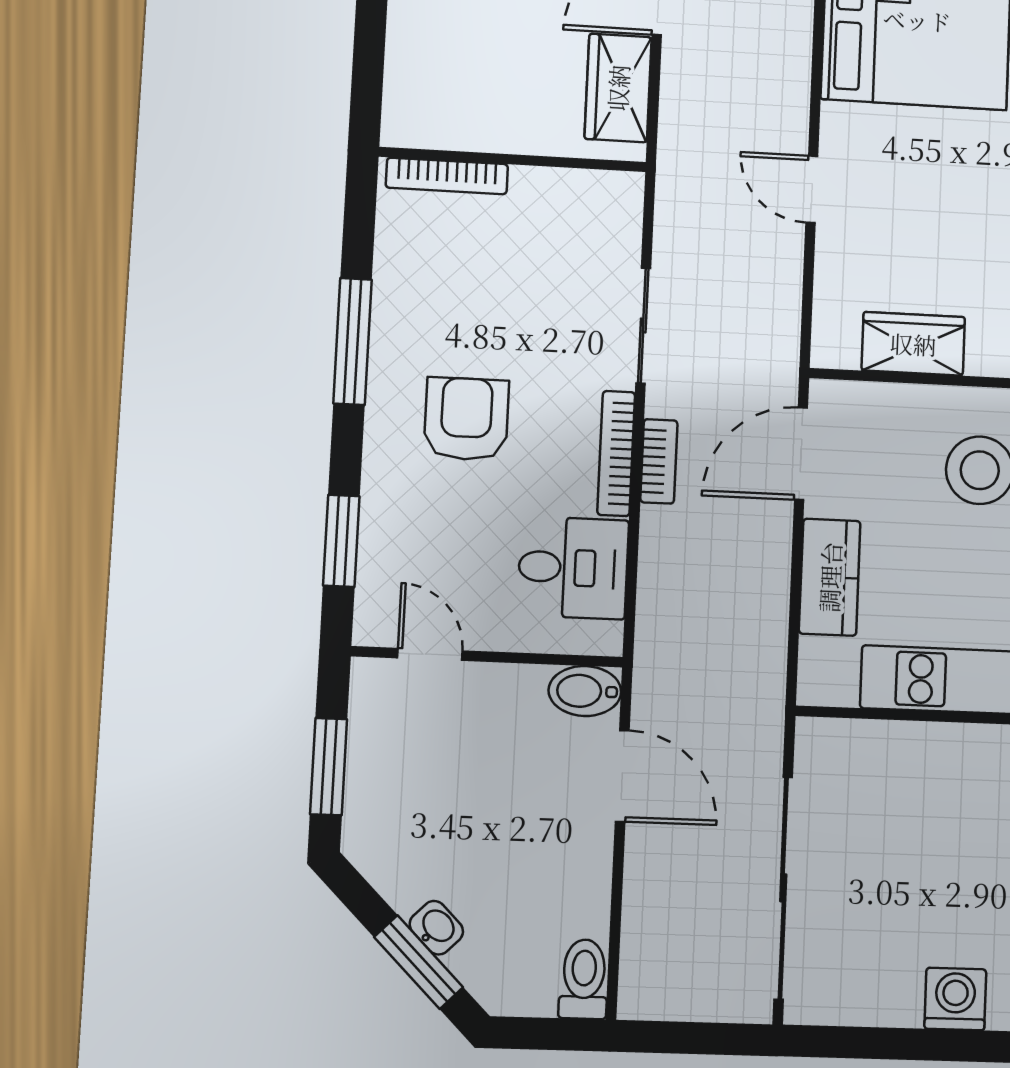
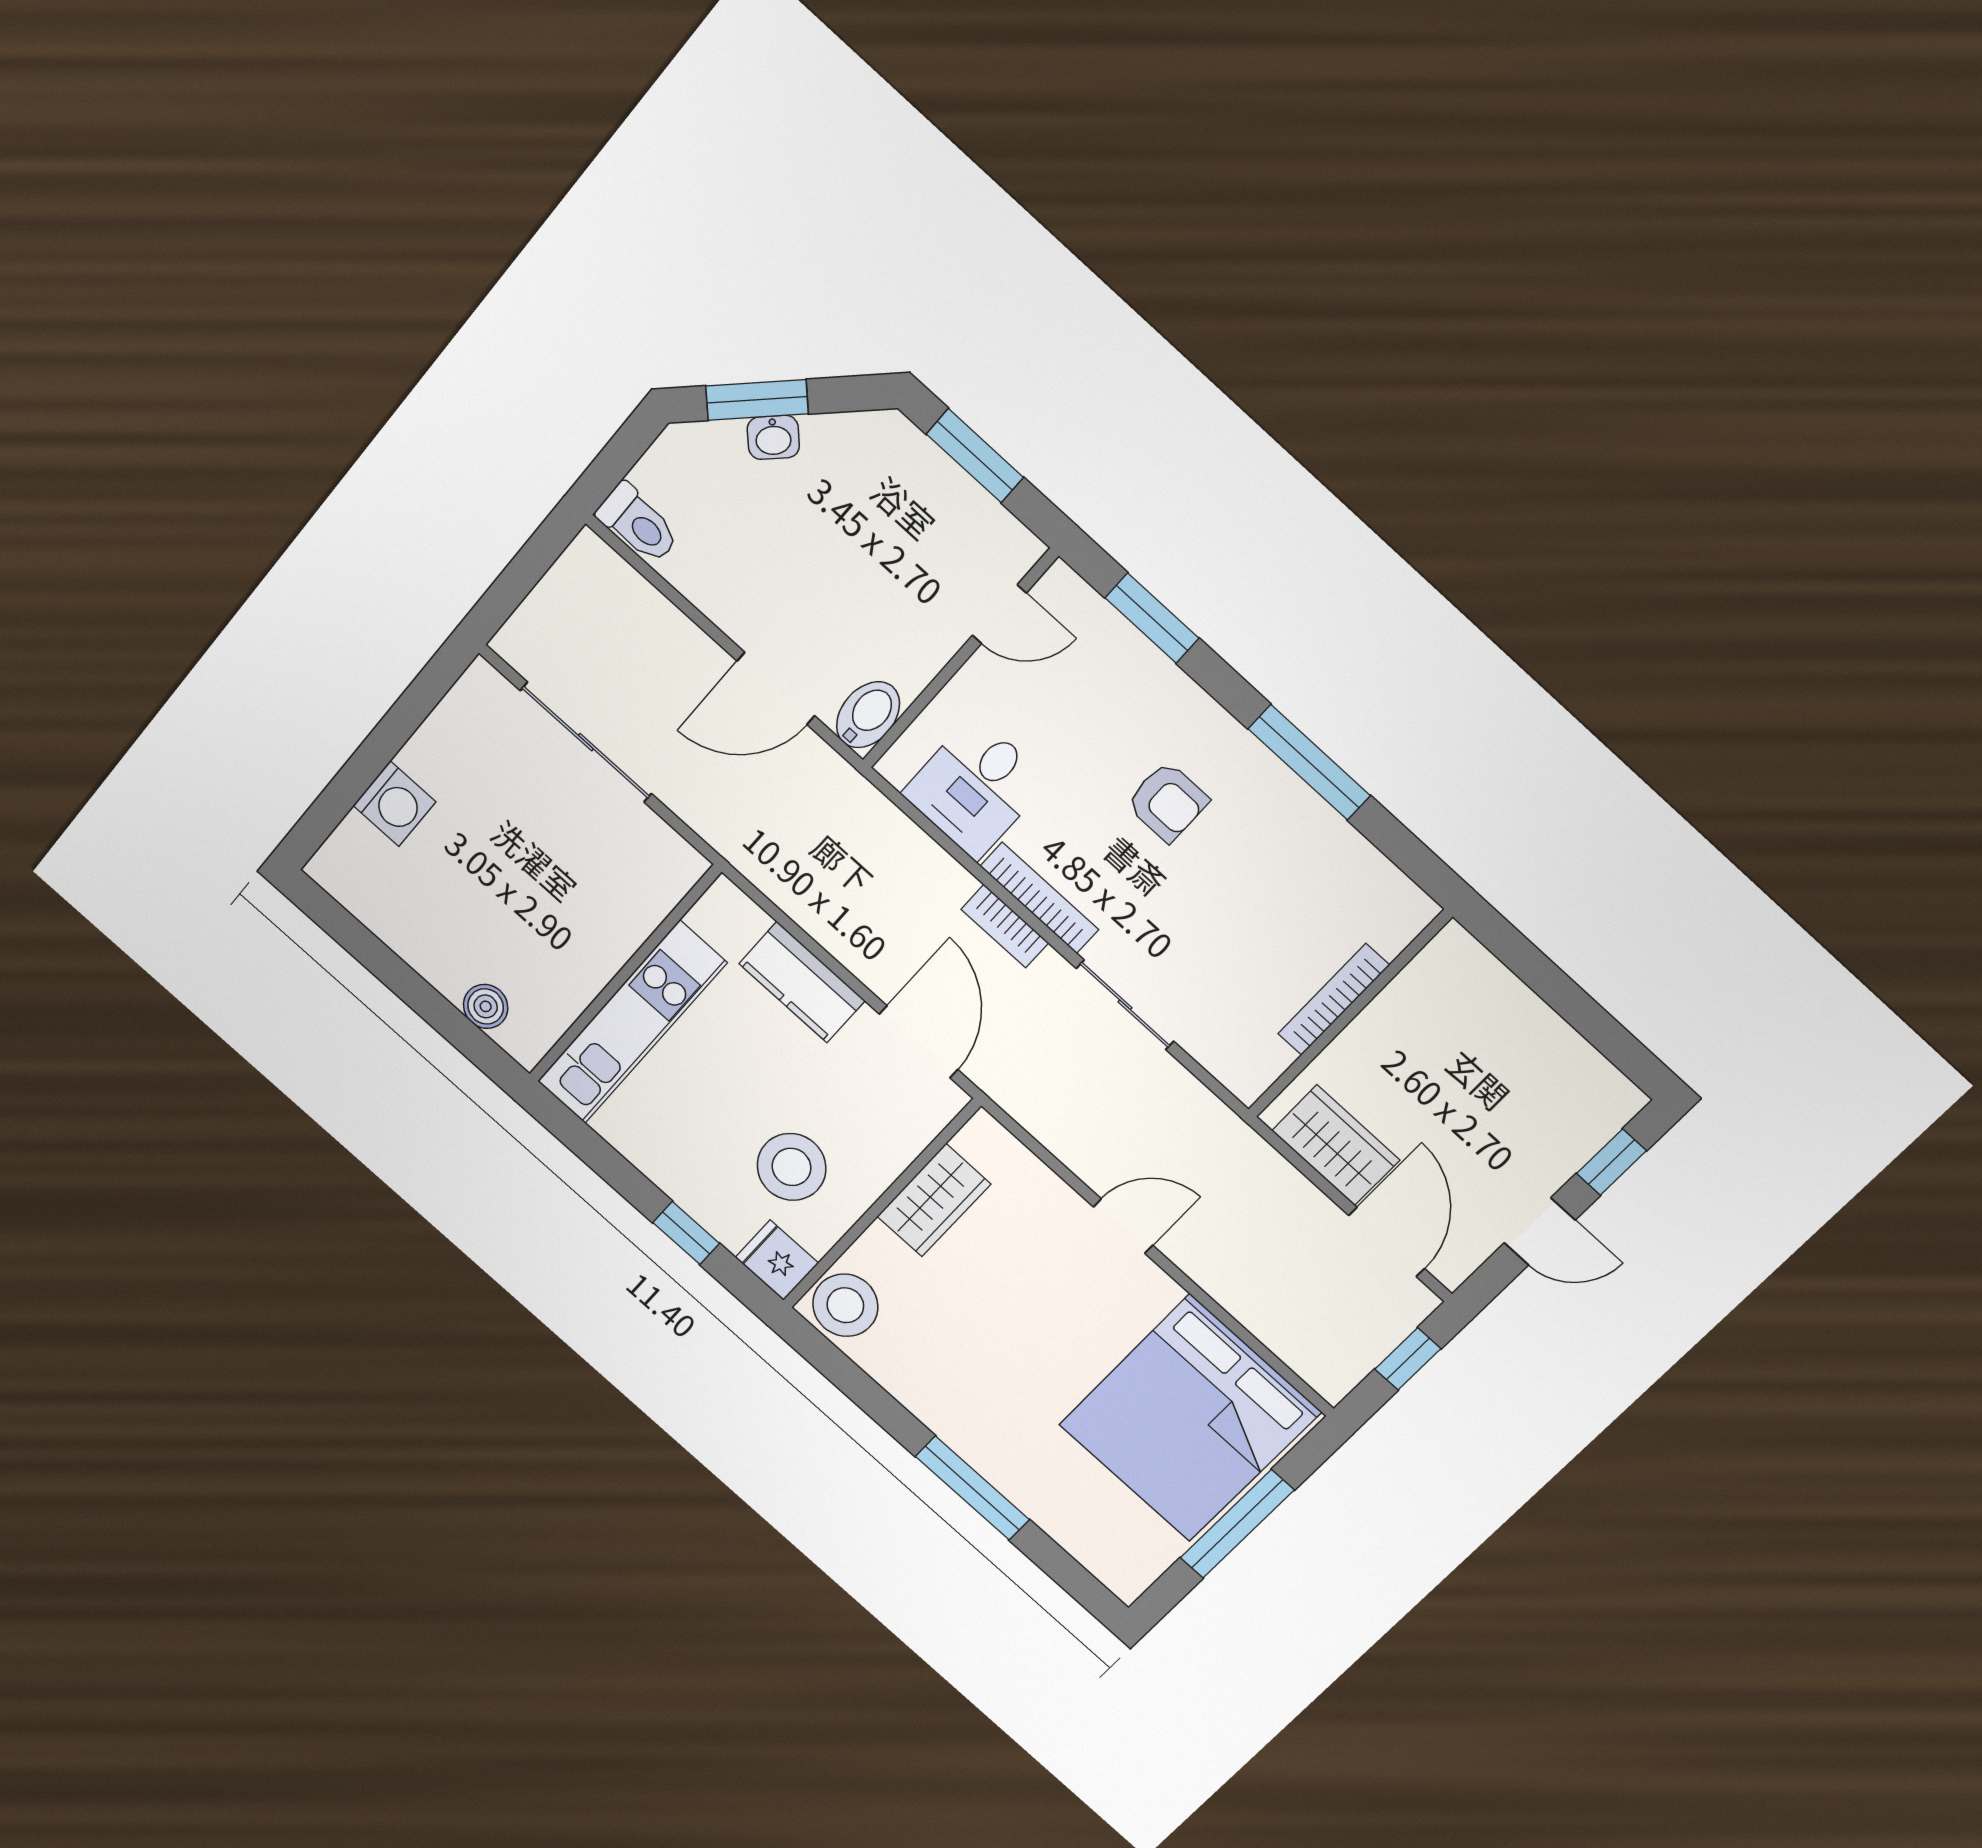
bookcase: (447, 176) -> (1334, 999), moved
armchair: (466, 419) -> (1167, 802), width x0.72, depth x0.72
sliding door: (783, 888) -> (586, 742), width x0.73

